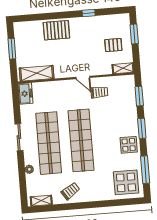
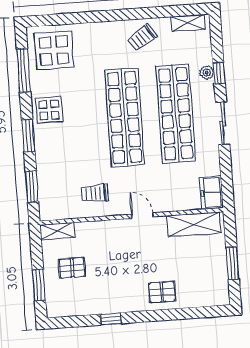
pallet: (56, 30) -> (162, 292), width x0.67, depth x0.71
door: (83, 77) -> (142, 216), moved
window: (22, 169) -> (219, 73), added

